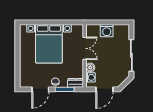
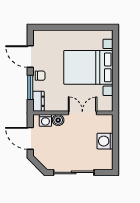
double door: (85, 48) -> (82, 113), swing flipped

